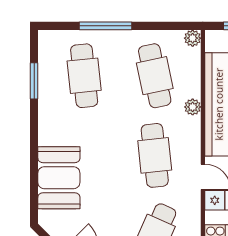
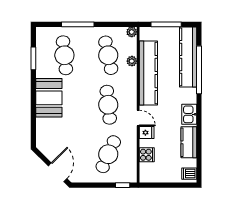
plant: (193, 107) -> (132, 61), moved
booth: (59, 178) -> (49, 98), moved

